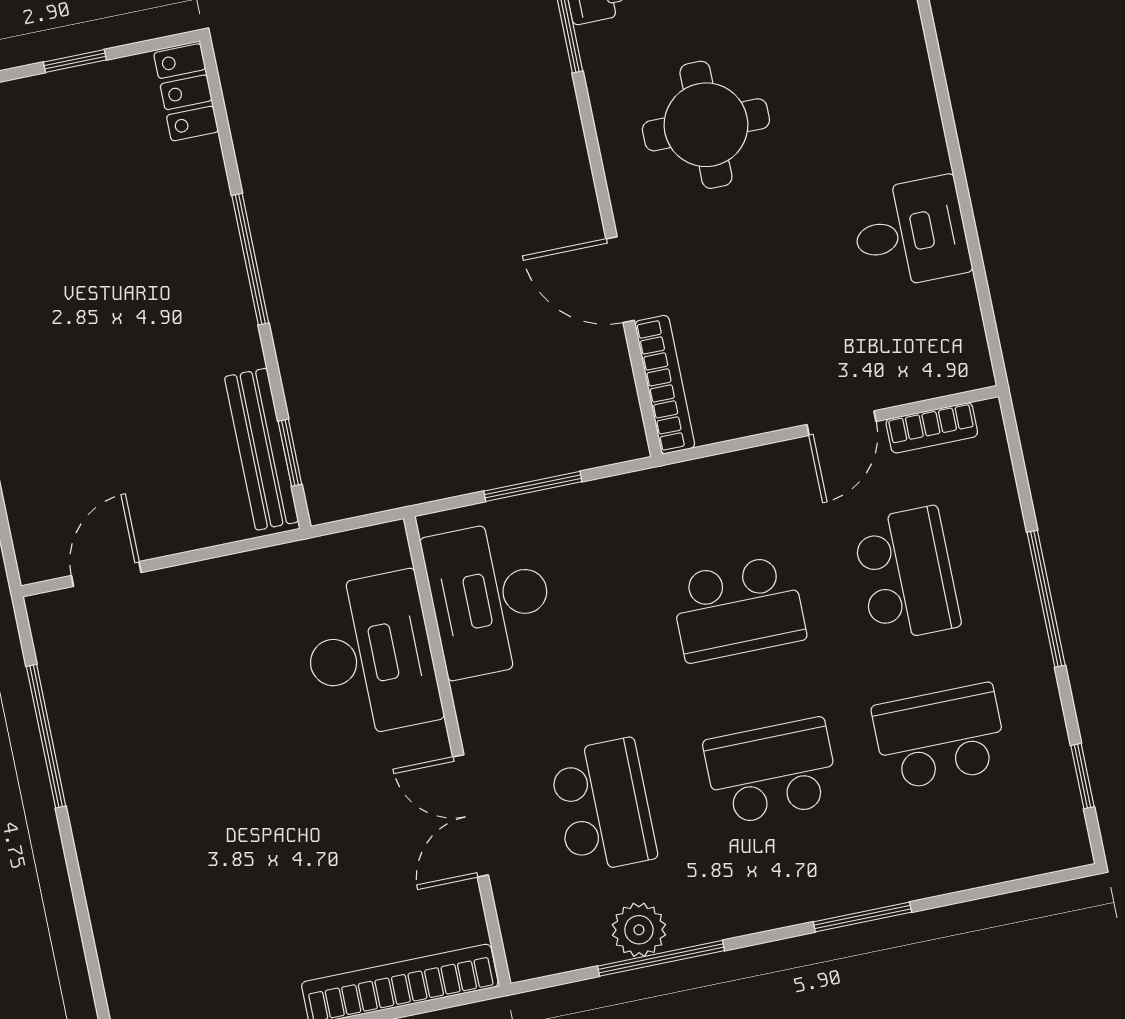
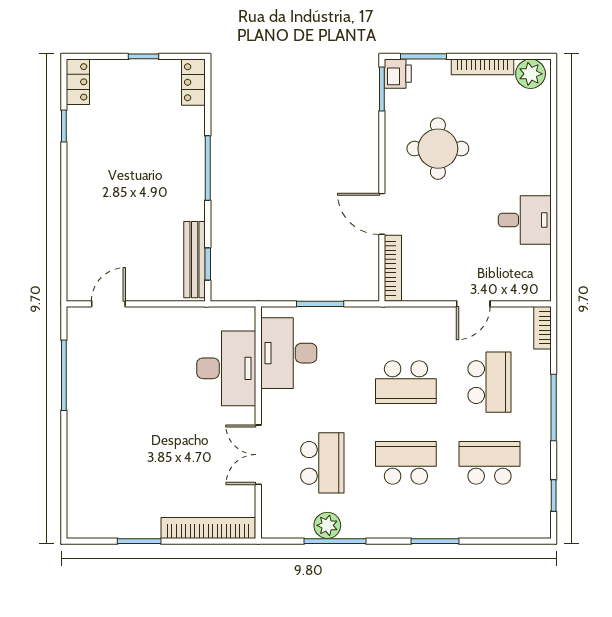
bookcase: (932, 428) -> (542, 328), moved, turned 90

